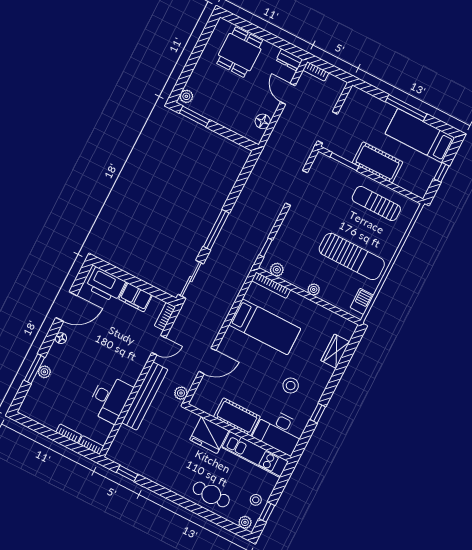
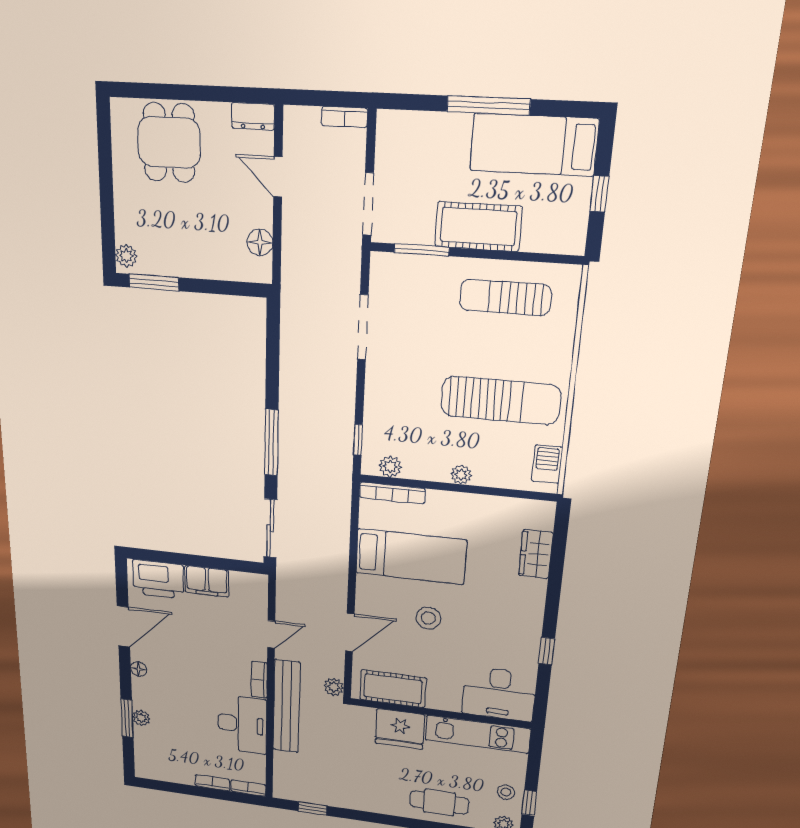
bookcase: (316, 71) -> (345, 117), moved
bookcase: (165, 316) -> (259, 680), moved
stool: (291, 386) -> (428, 618), moved
cot: (237, 417) -> (393, 689), moved

